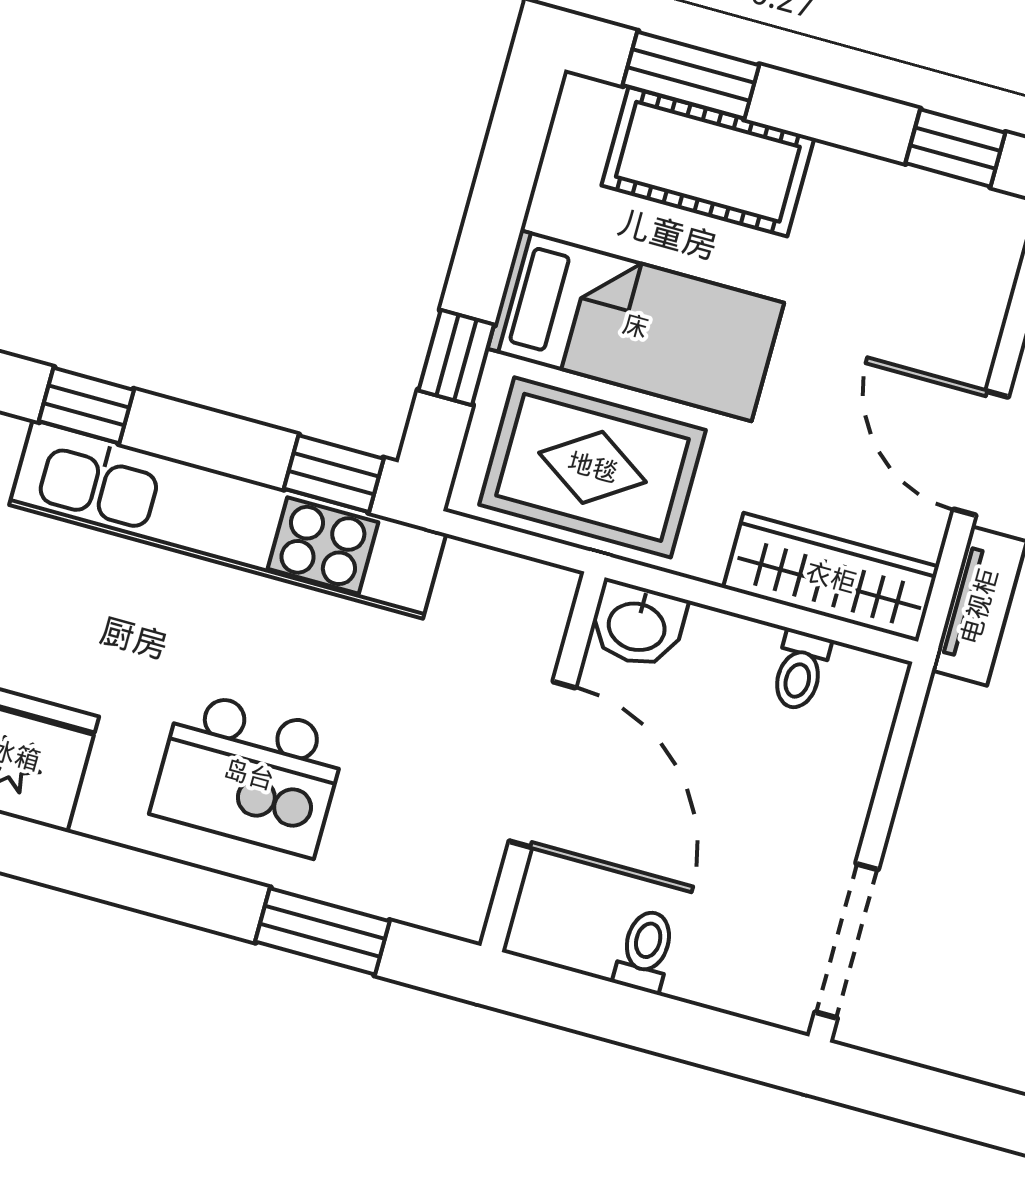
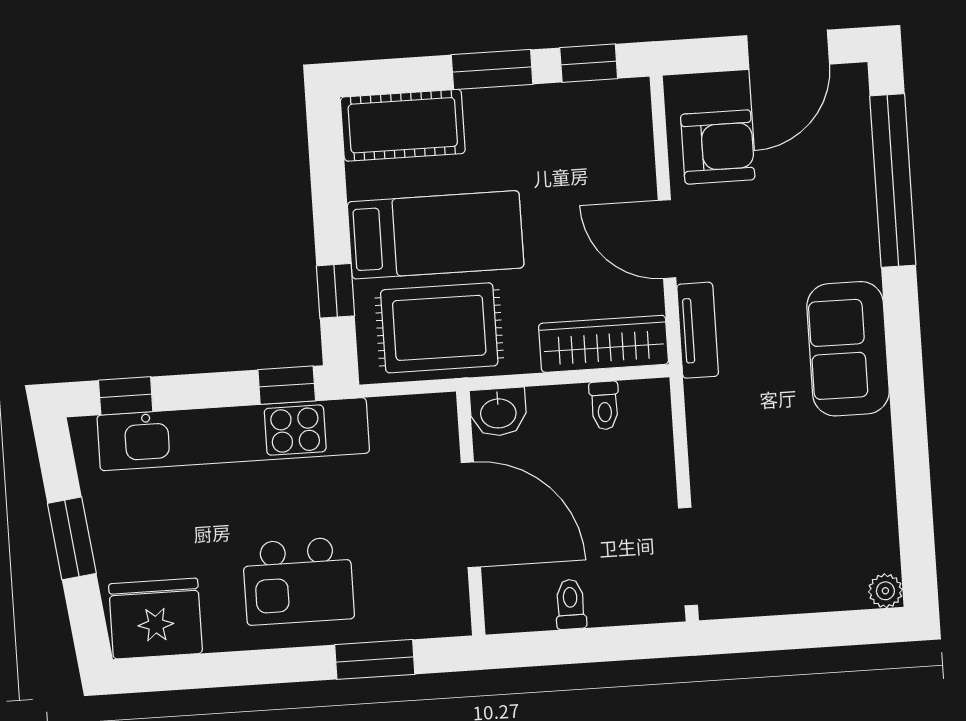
window: (691, 75) -> (492, 70), moved
cot: (708, 162) -> (403, 125), moved

